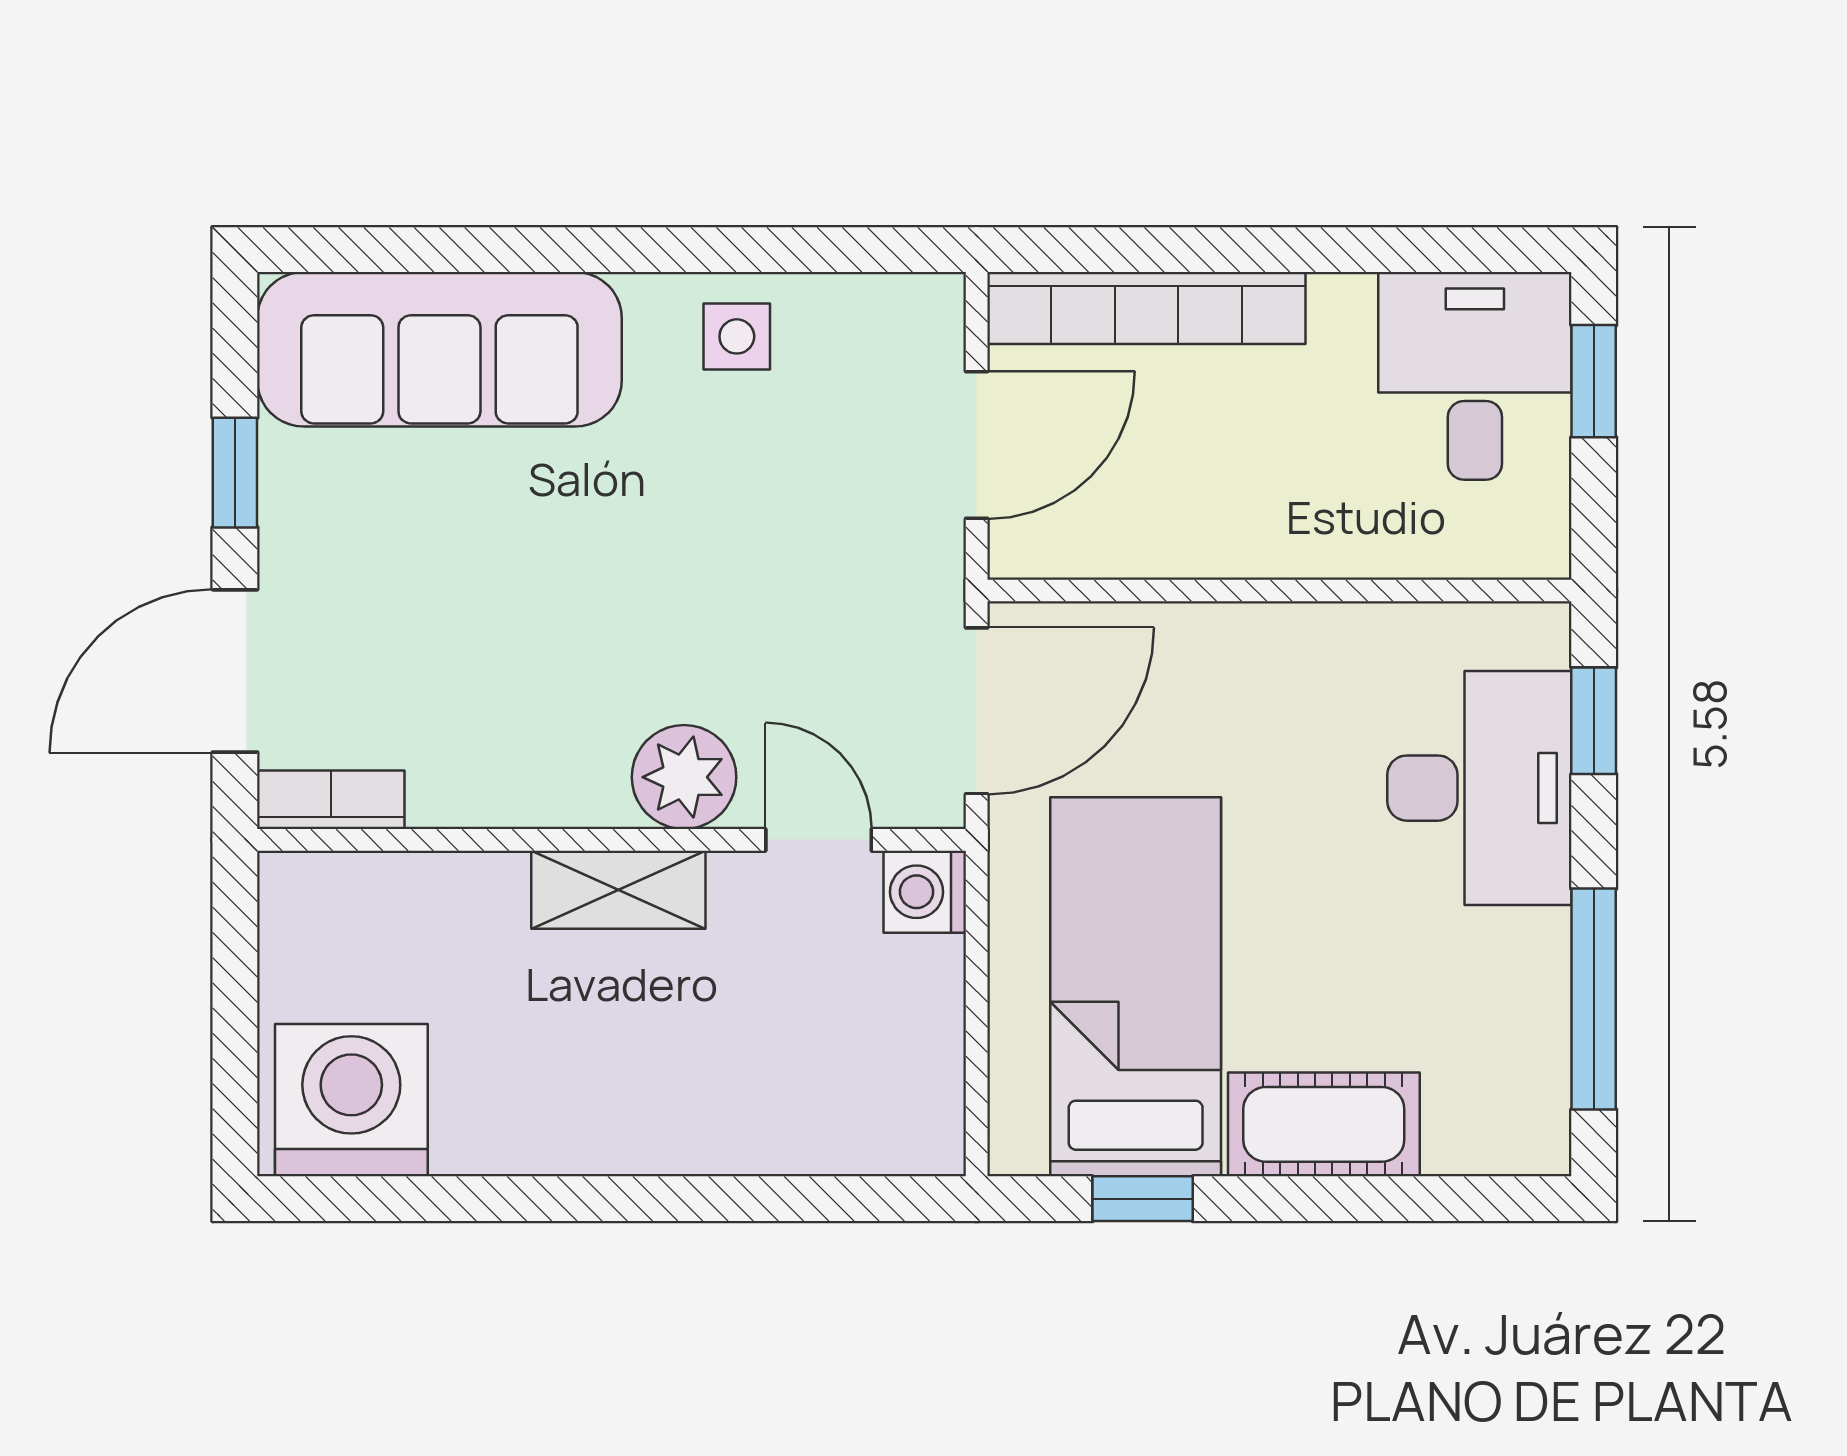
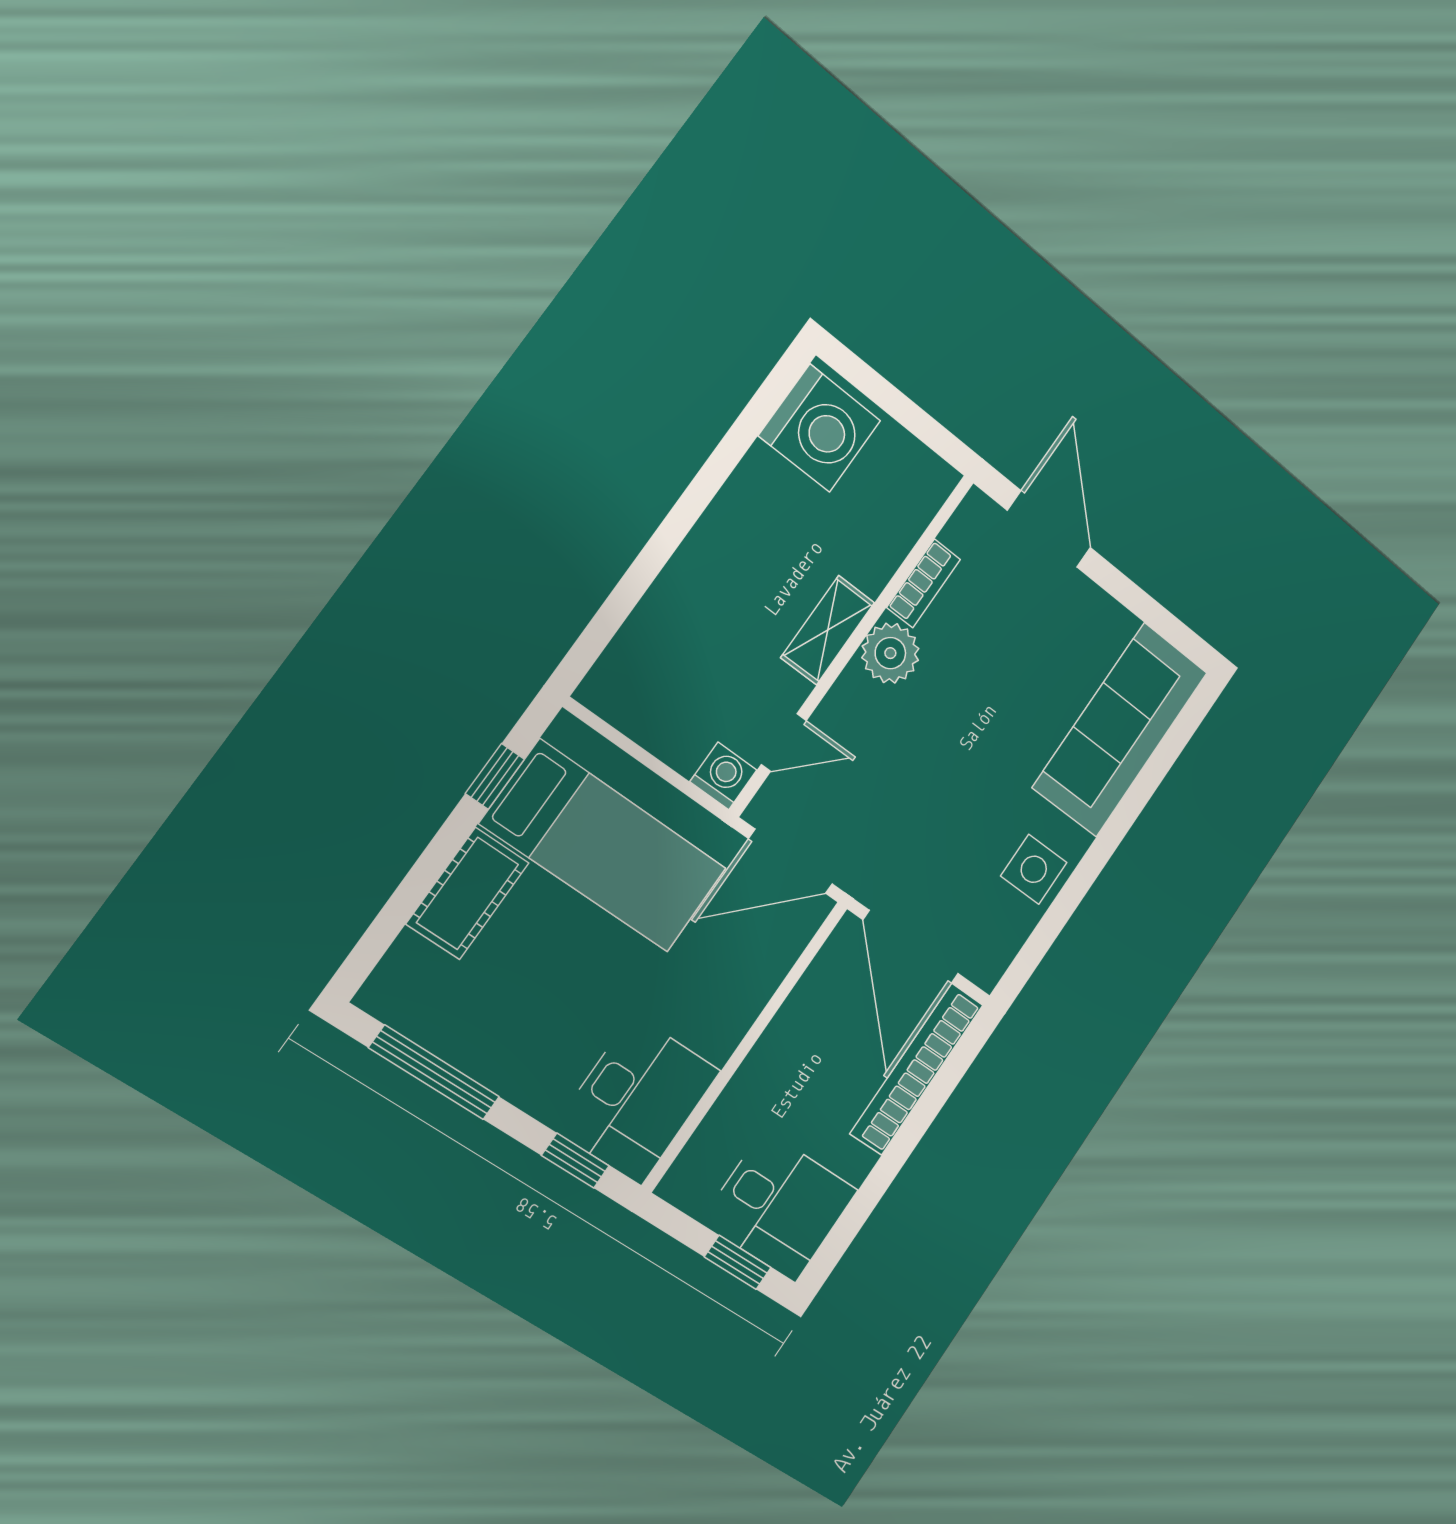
side table: (737, 336) -> (1034, 869), width x1.37, depth x1.37
door: (977, 445) -> (911, 947), width x1.36
window: (235, 473) -> (1132, 597), removed
door: (977, 711) -> (791, 861), hinge flipped
plant: (684, 777) -> (890, 653), moved
desk: (1479, 788) -> (637, 1100), moved, turned -90
bookcase: (331, 800) -> (924, 583), moved

